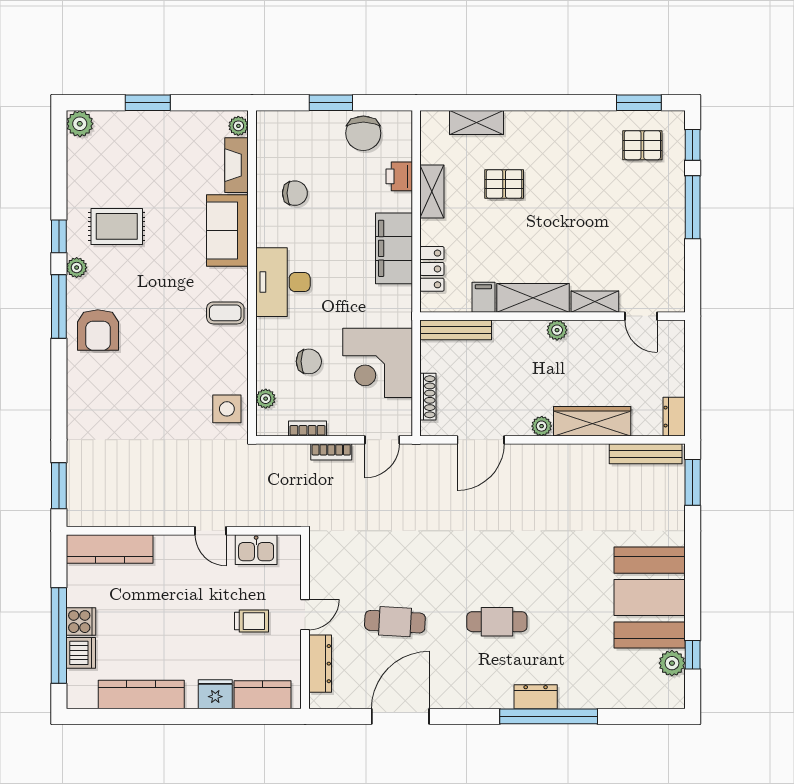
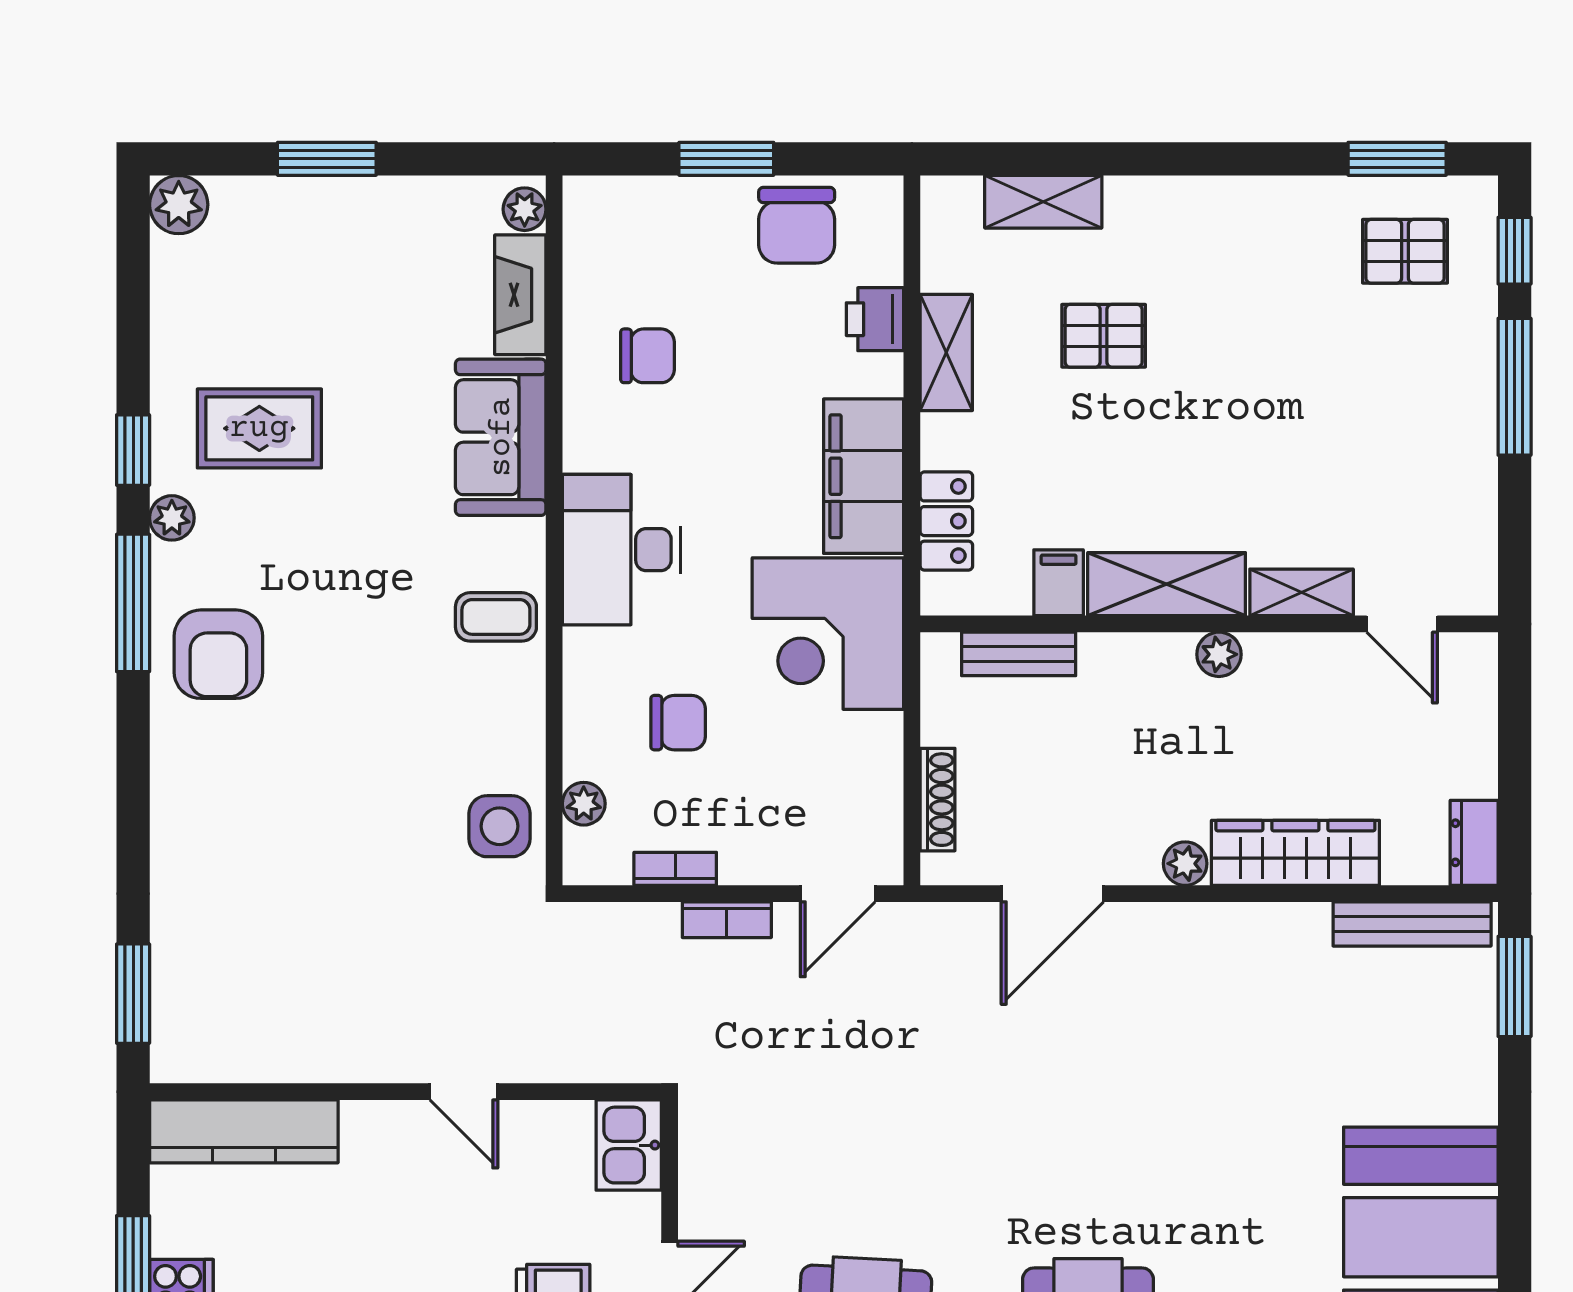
bench: (456, 330) -> (1019, 654), width x0.73
corner desk: (378, 363) -> (828, 634), moved
kitchen sink: (256, 550) -> (629, 1145), moved, turned 90

